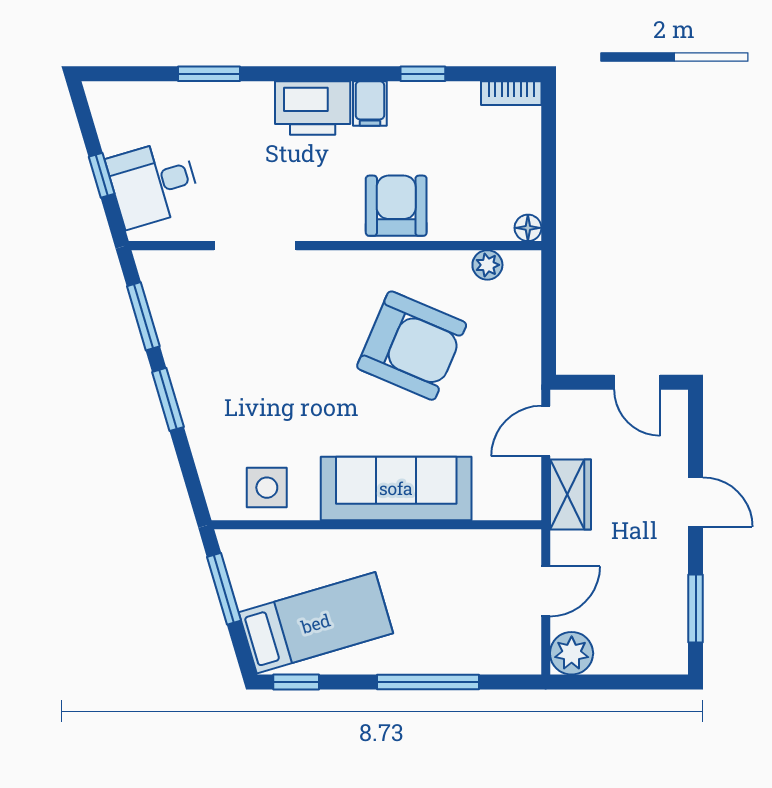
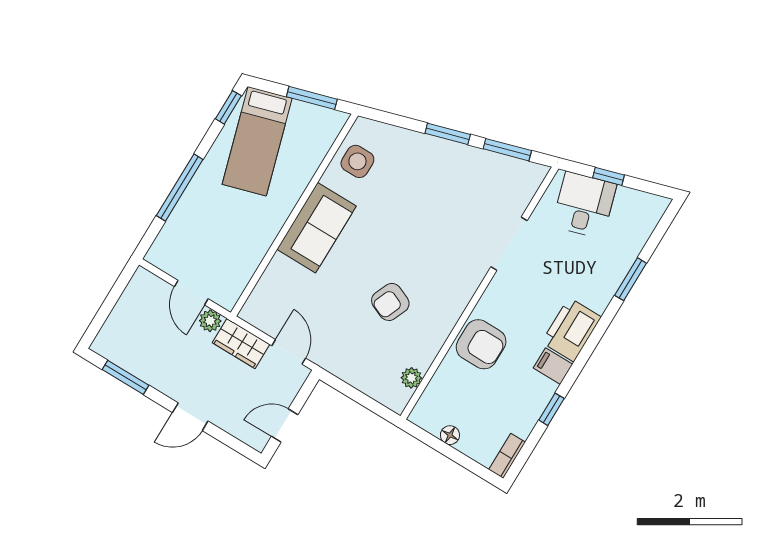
floor lamp: (528, 228) -> (450, 435), moved
armchair: (412, 346) -> (390, 302), width x0.53, depth x0.53
sofa: (396, 488) -> (316, 228), width x0.73
plant: (572, 653) -> (210, 321), moved, width x0.73, depth x0.73

